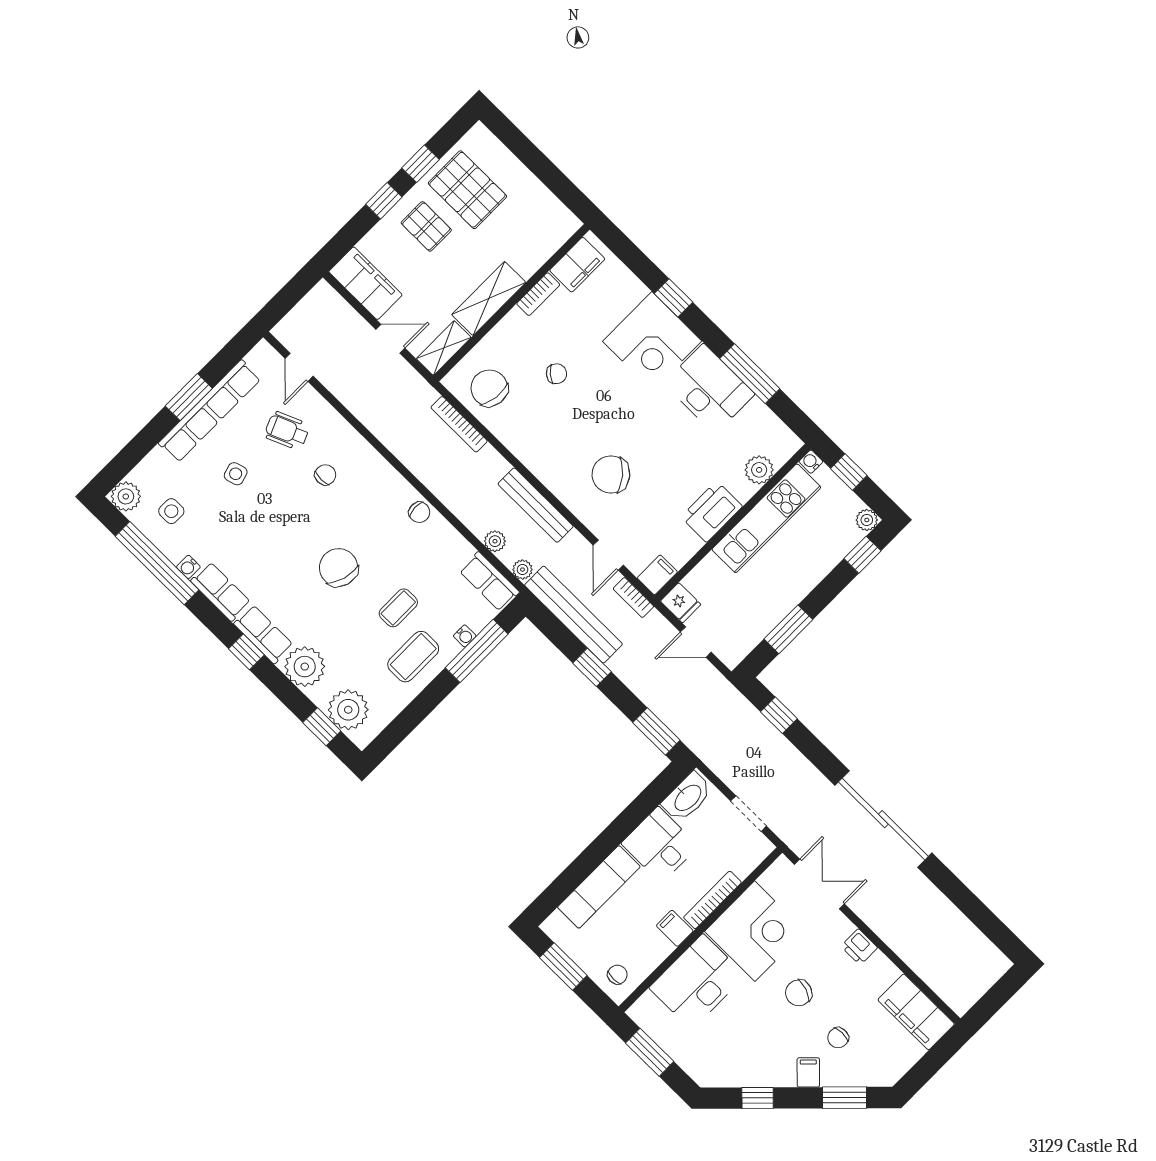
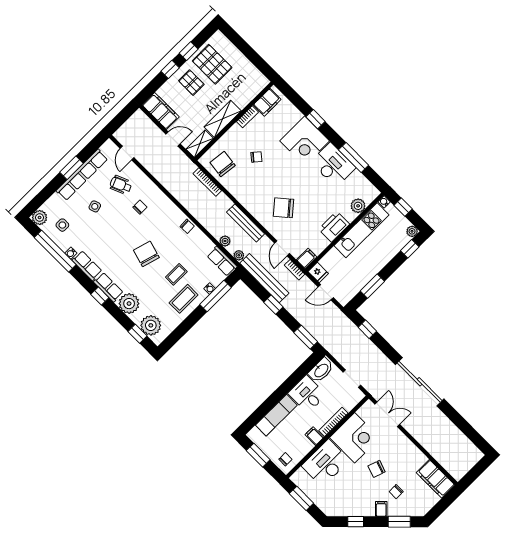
printer: (859, 947) -> (407, 446), removed

